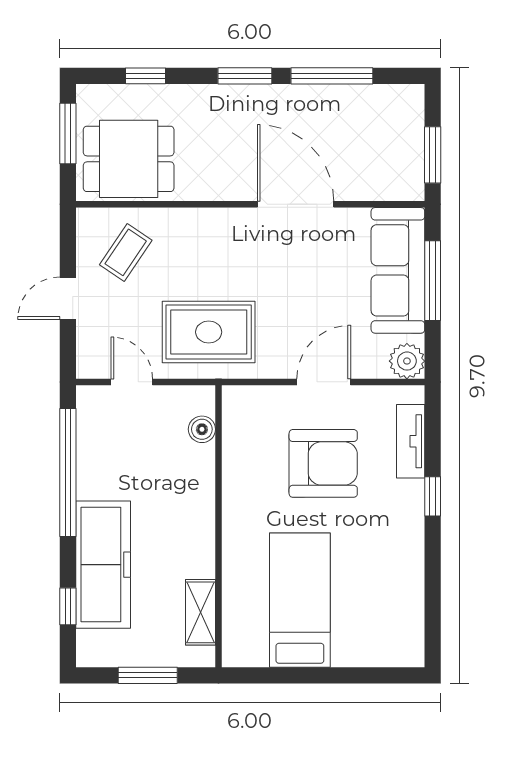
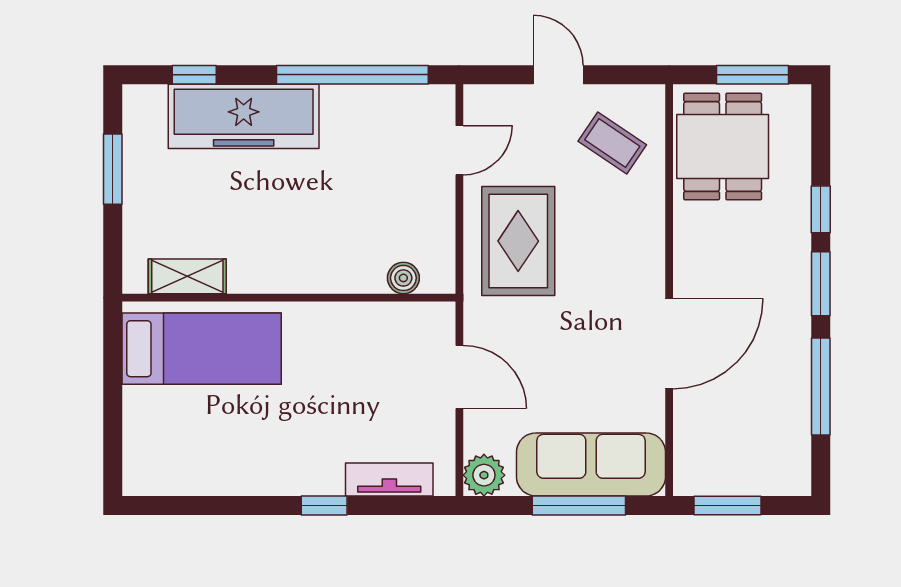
window: (145, 76) -> (821, 209), moved
boiler: (202, 429) -> (403, 278), moved
armchair: (323, 463) -> (363, 376), removed
wall: (219, 526) -> (289, 298), moved
shelving: (201, 612) -> (187, 276), moved

